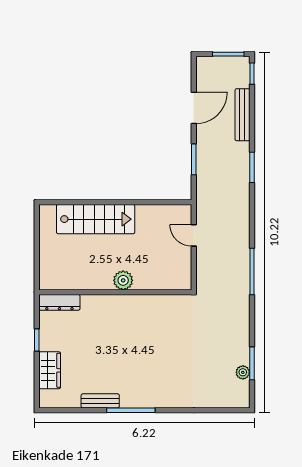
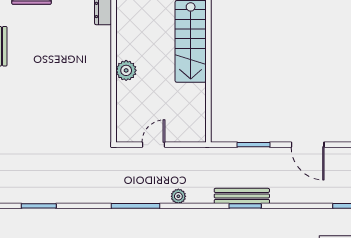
bench: (242, 115) -> (242, 196), moved
door: (194, 235) -> (153, 145), moved
plant: (243, 372) -> (178, 196), moved

